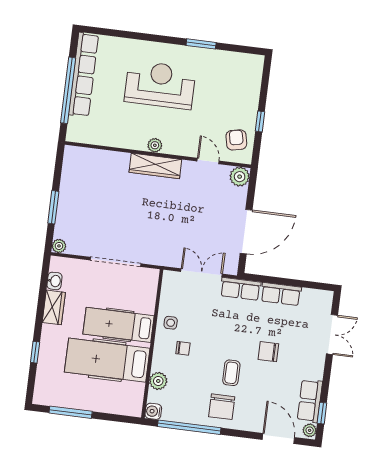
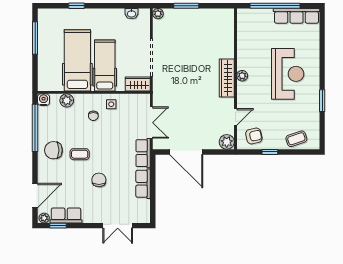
row of seats: (84, 75) -> (296, 16), width x0.73
coffee table: (247, 84) -> (296, 139), added
wardrobe: (54, 307) -> (138, 84), moved, turned 180

